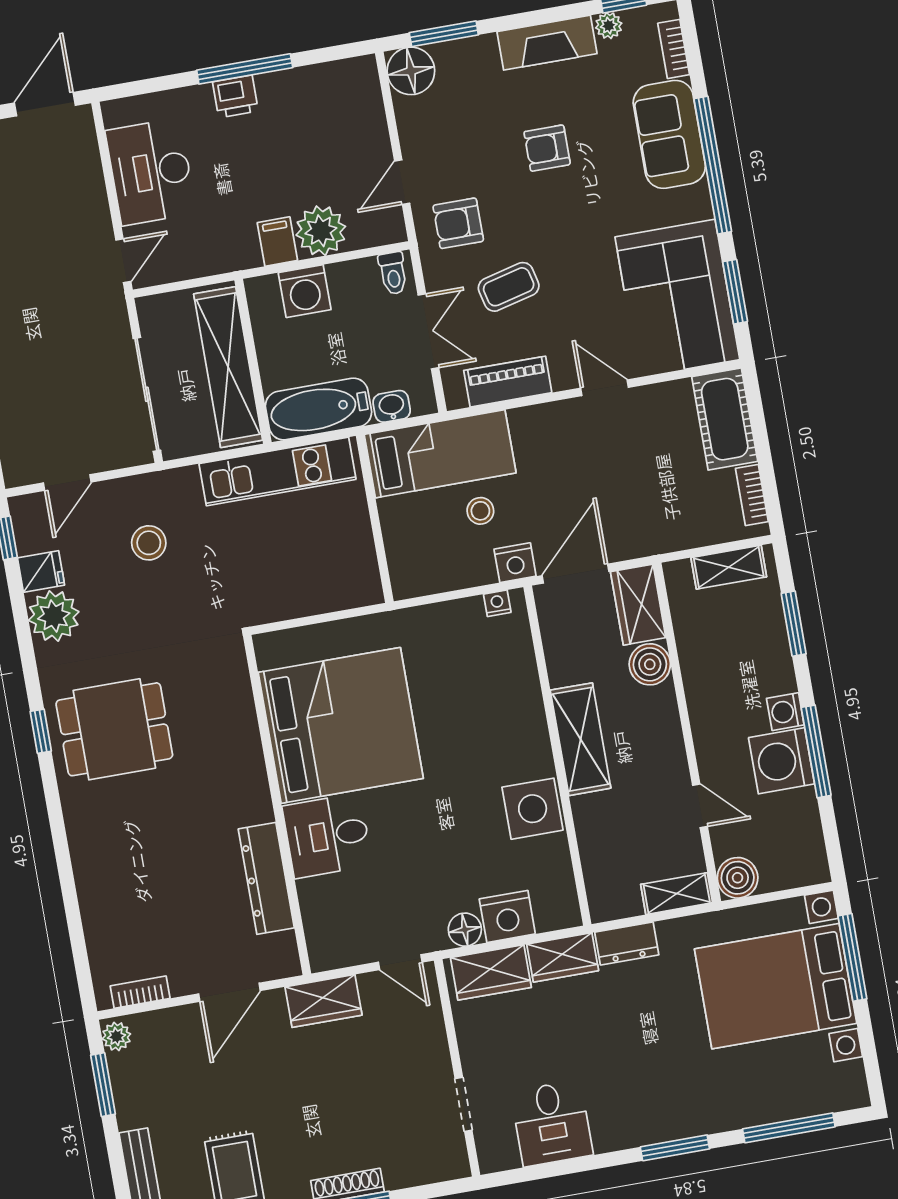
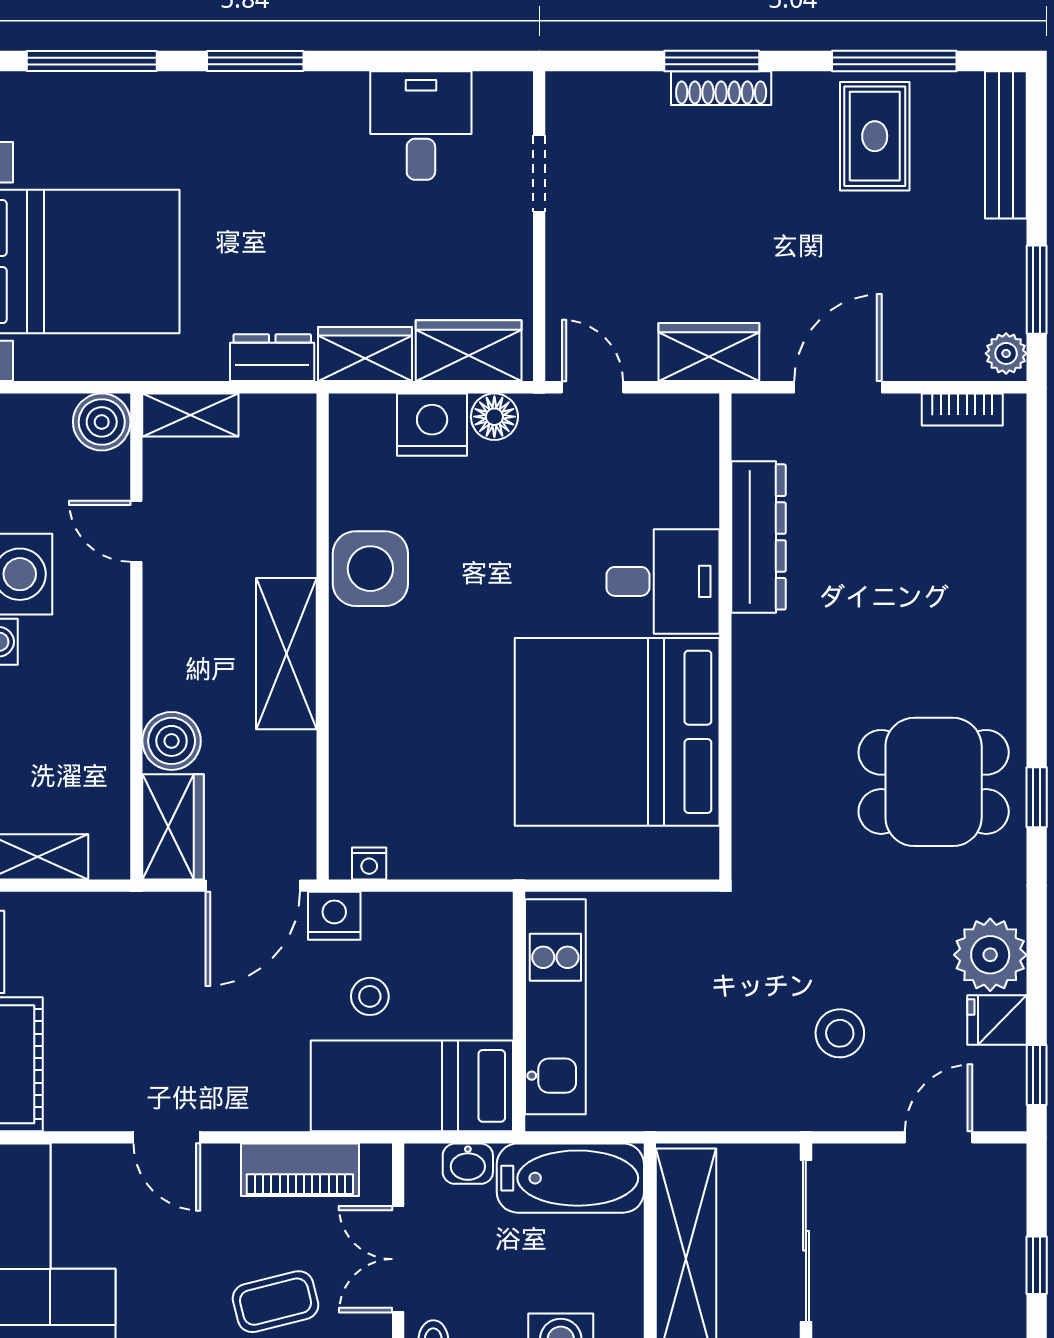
kitchen unit: (278, 472) -> (555, 1007), moved, turned 90

